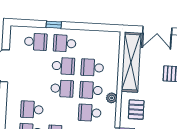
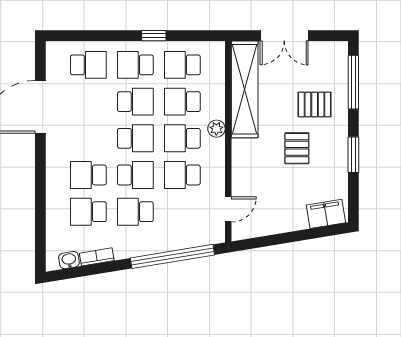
window: (54, 25) -> (154, 36), moved
school desk: (94, 45) -> (182, 65), added
plant: (112, 98) -> (216, 129), moved
pallet: (136, 110) -> (297, 148), moved
school desk: (61, 111) -> (135, 175), added

